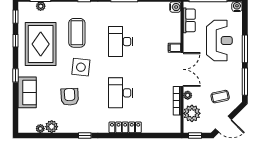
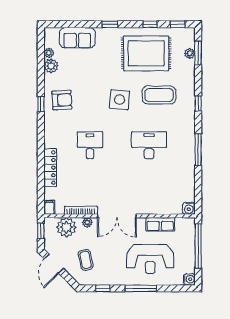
row of seats: (189, 20) -> (160, 224), moved
filing cabinet: (174, 48) -> (49, 207), moved
window: (245, 82) -> (103, 288), width x0.46
sofa: (27, 92) -> (77, 38), moved
desk: (121, 93) -> (90, 145), width x0.73
armchair: (70, 97) -> (62, 100), moved
locker: (125, 127) -> (50, 168), moved

